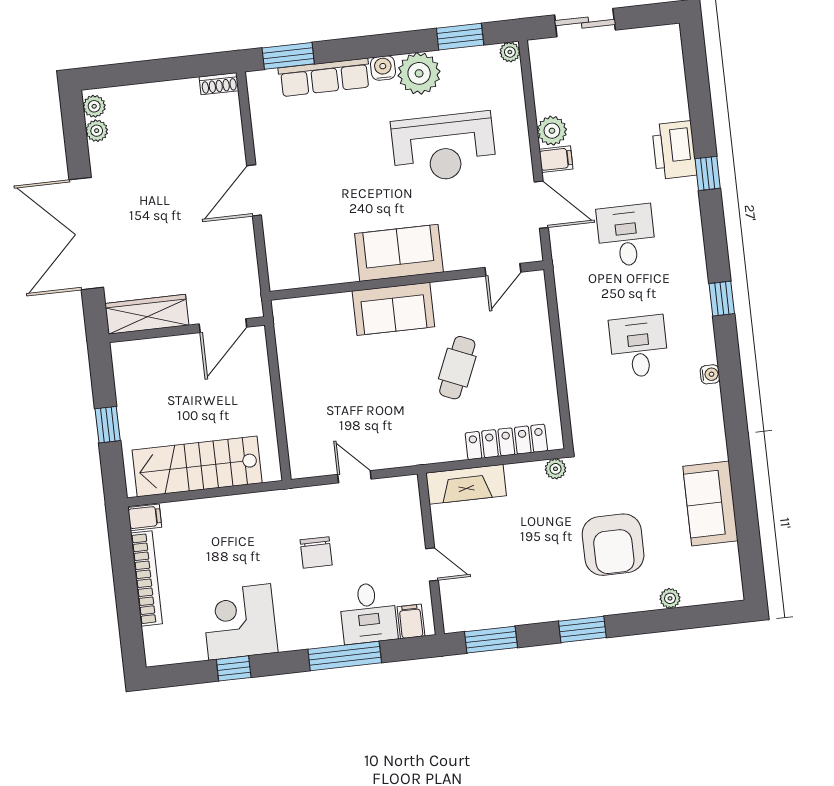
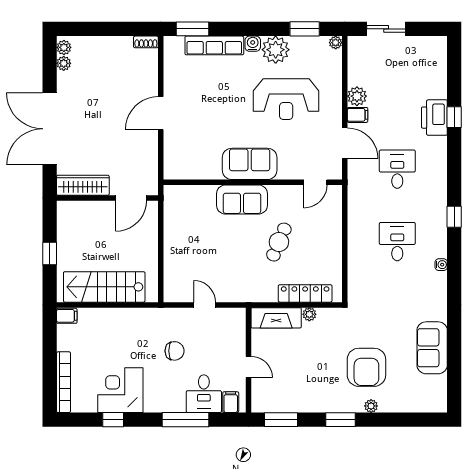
window: (708, 173) -> (454, 117), moved
plant: (556, 469) -> (309, 314), moved
chair: (316, 552) -> (175, 351), turned -90
bookcase: (147, 578) -> (63, 382), moved
plant: (670, 598) -> (371, 406), moved

